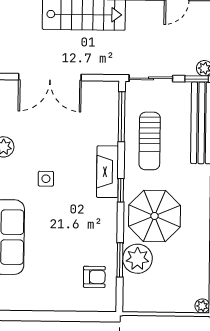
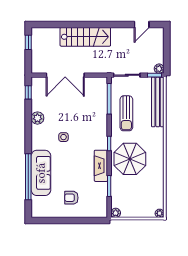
fireplace: (107, 172) -> (101, 166), moved
plant: (137, 259) -> (116, 213), moved, width x0.53, depth x0.53
armchair: (94, 277) -> (71, 198), moved, turned 180

